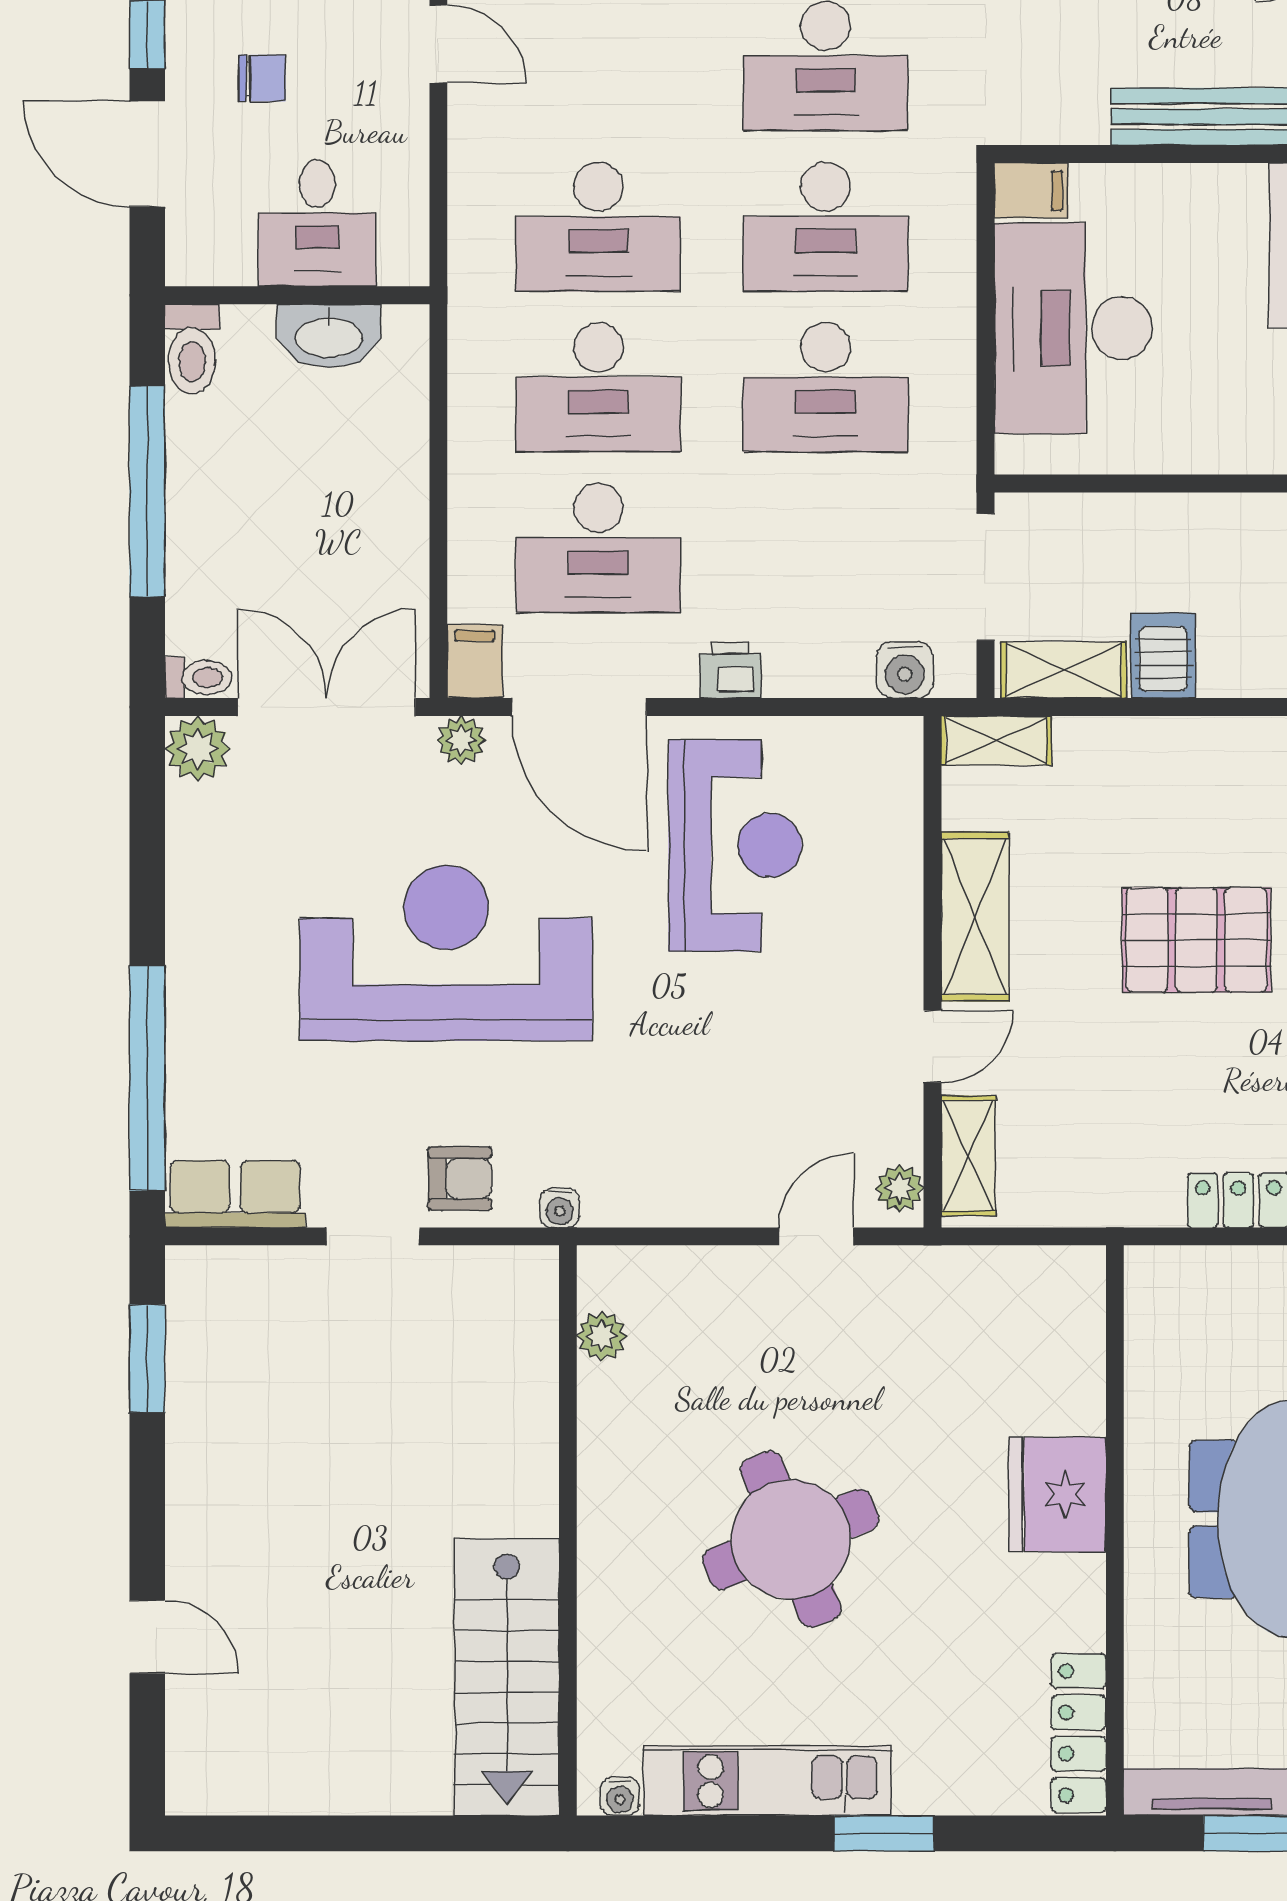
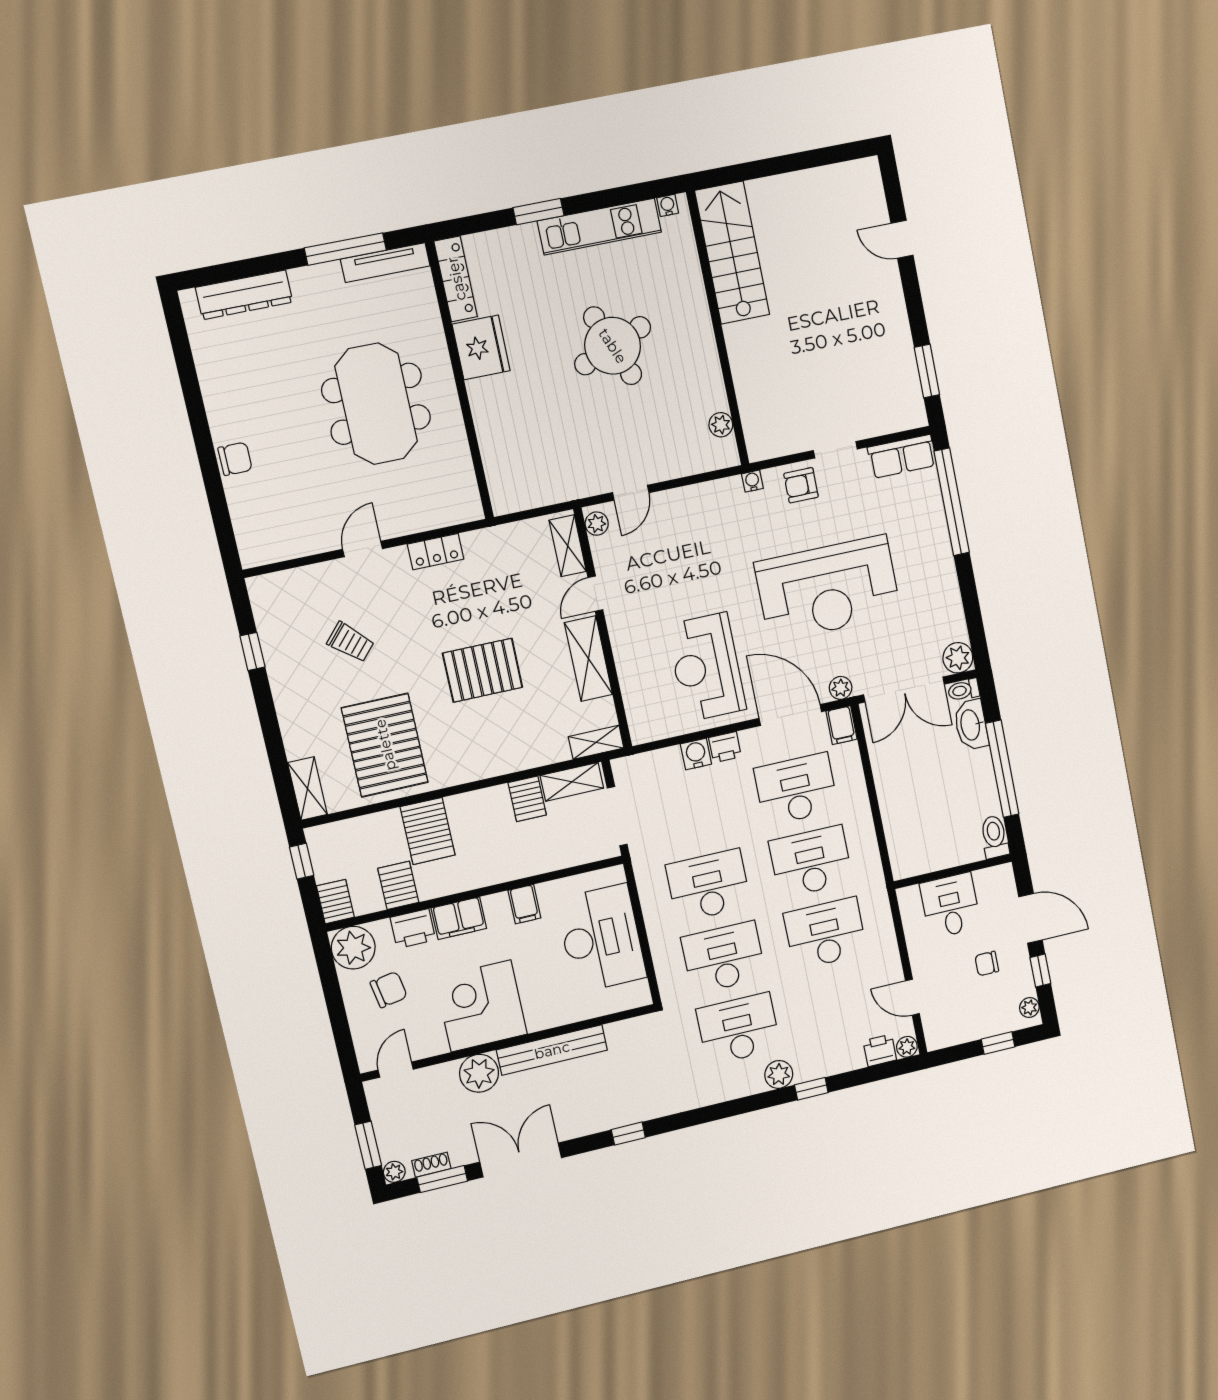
filing cabinet: (1031, 191) -> (524, 904), moved, turned -90
washbasin: (329, 336) -> (971, 725), moved, turned -90
water cooler: (905, 670) -> (696, 754), moved
fridge: (1057, 1494) -> (481, 347), moved

